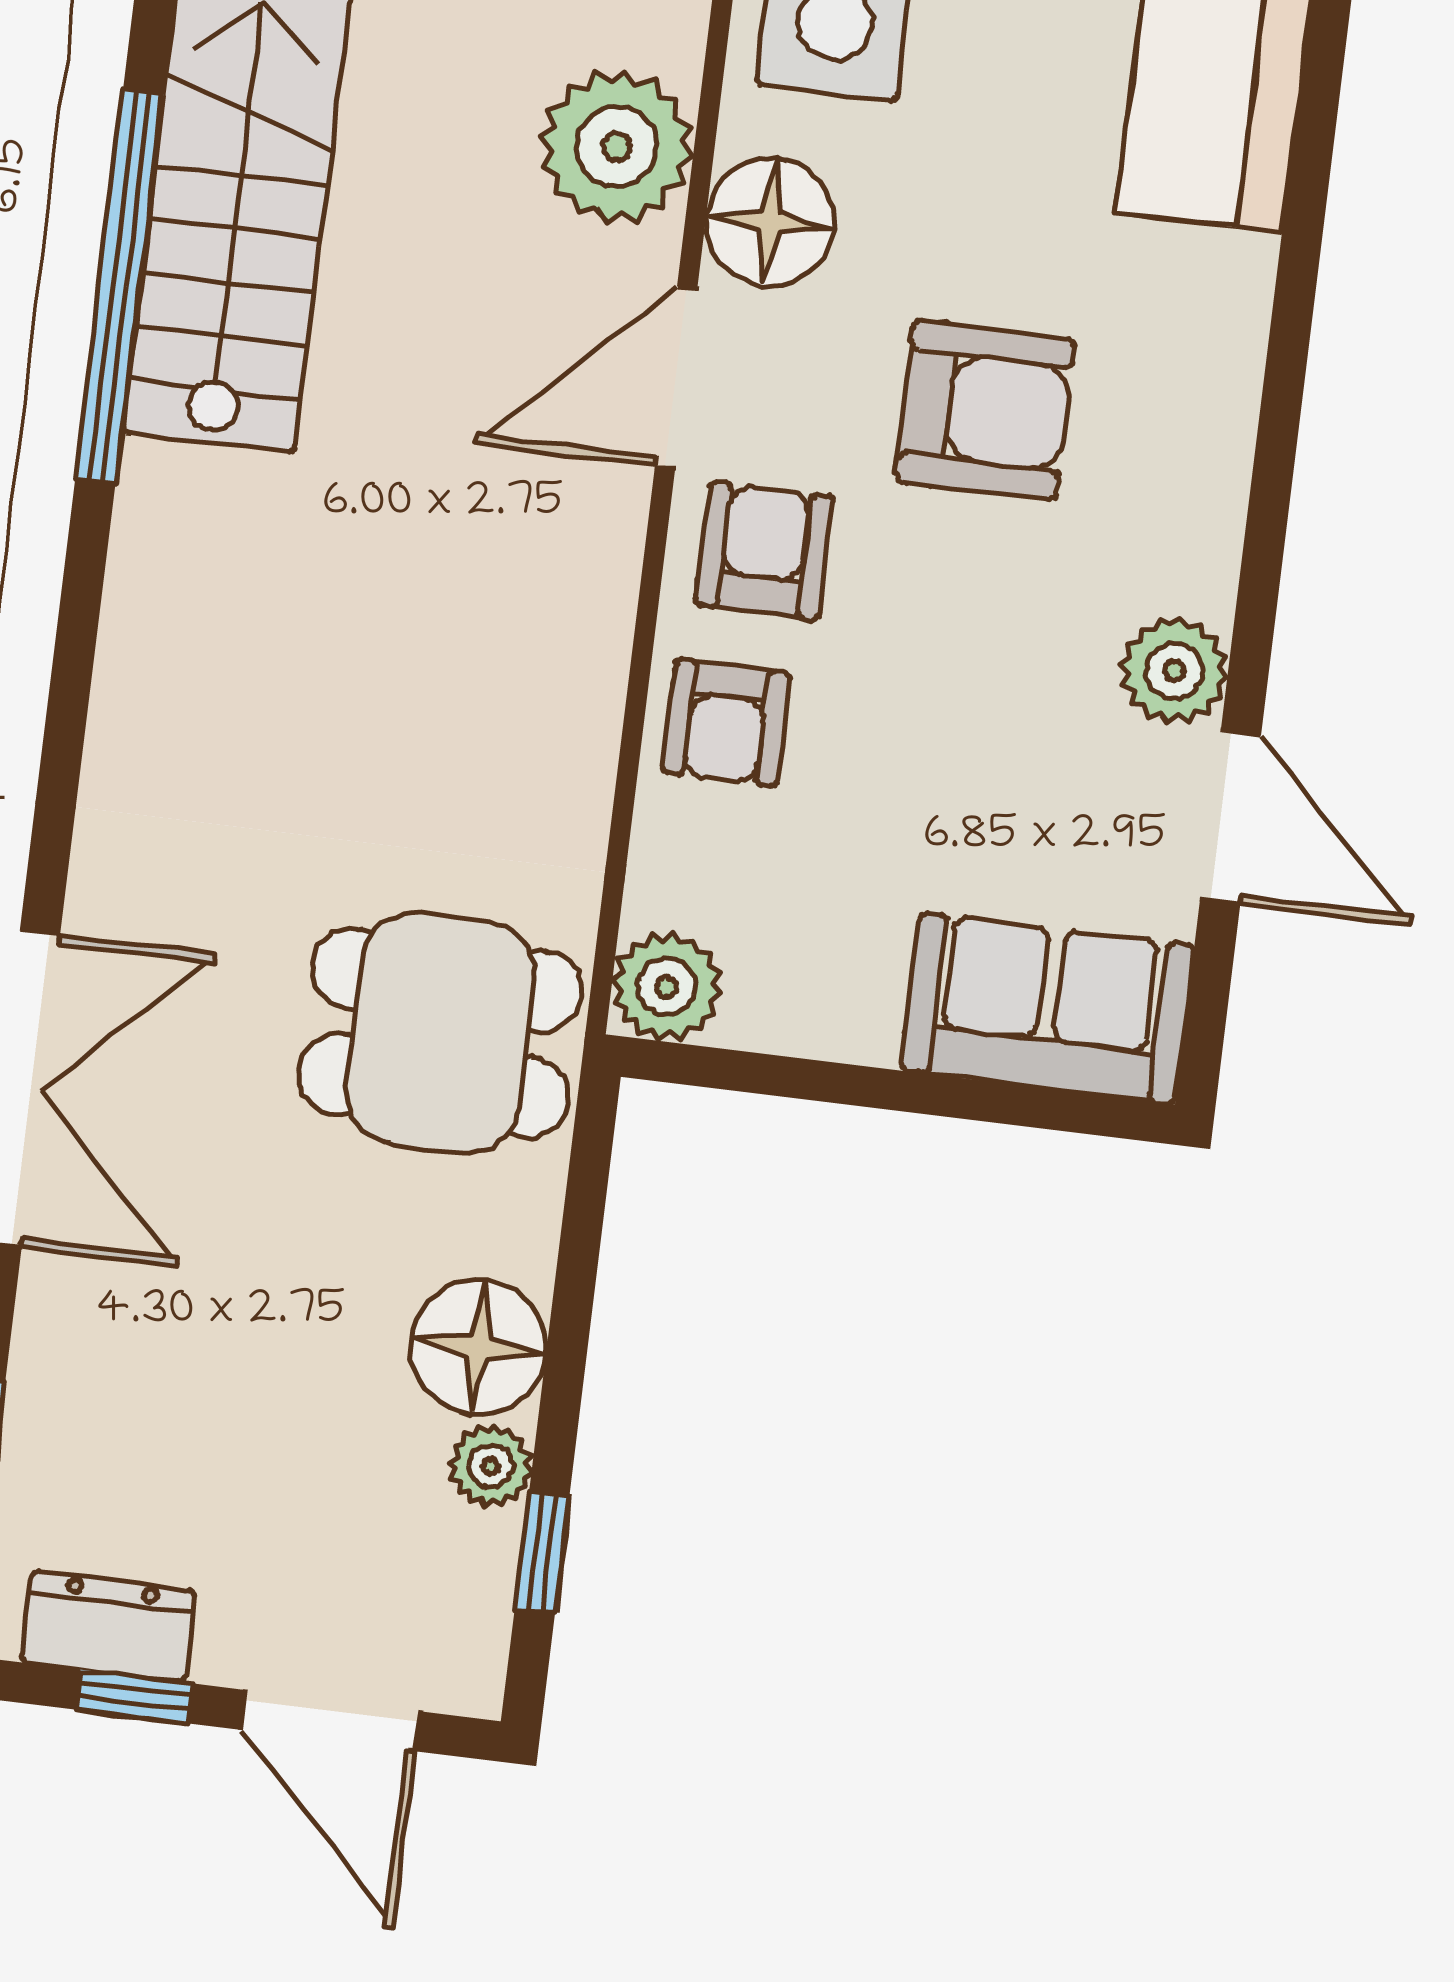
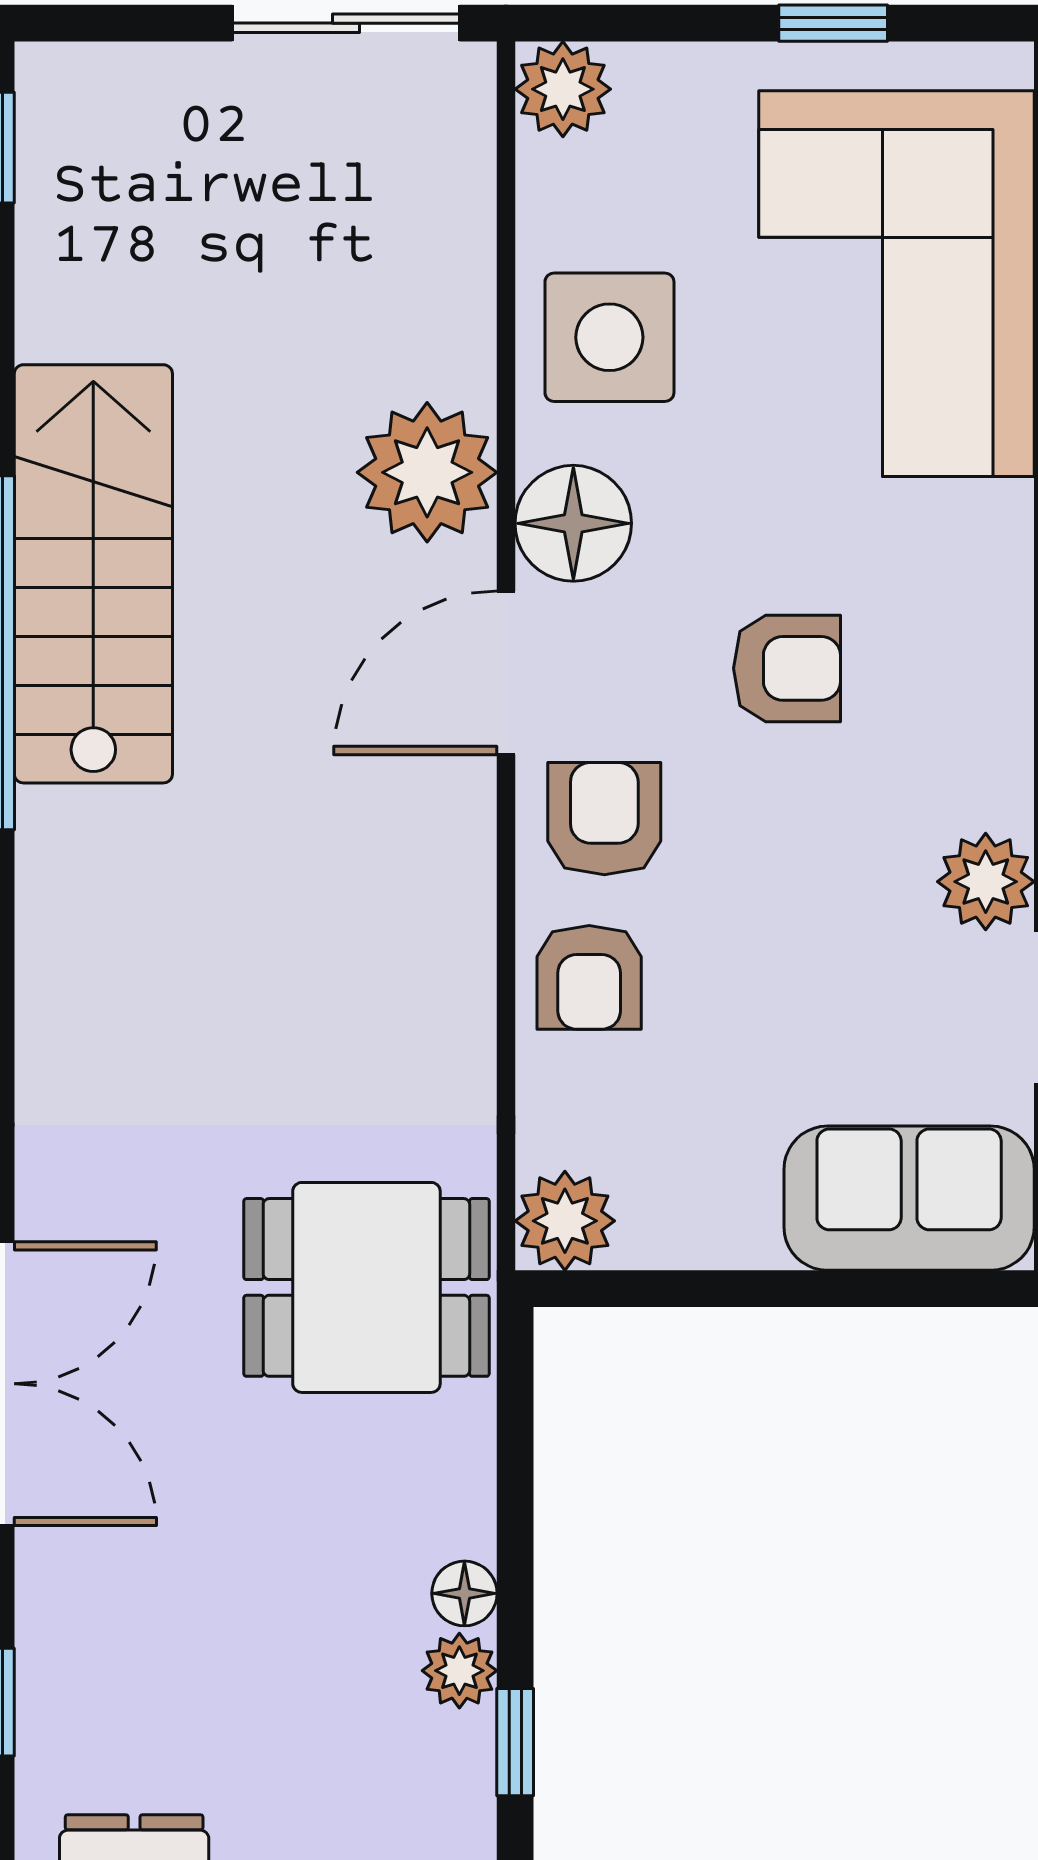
armchair: (985, 410) -> (787, 668), width x0.72, depth x0.72
floor lamp: (479, 1347) -> (464, 1593), width x0.53, depth x0.53

